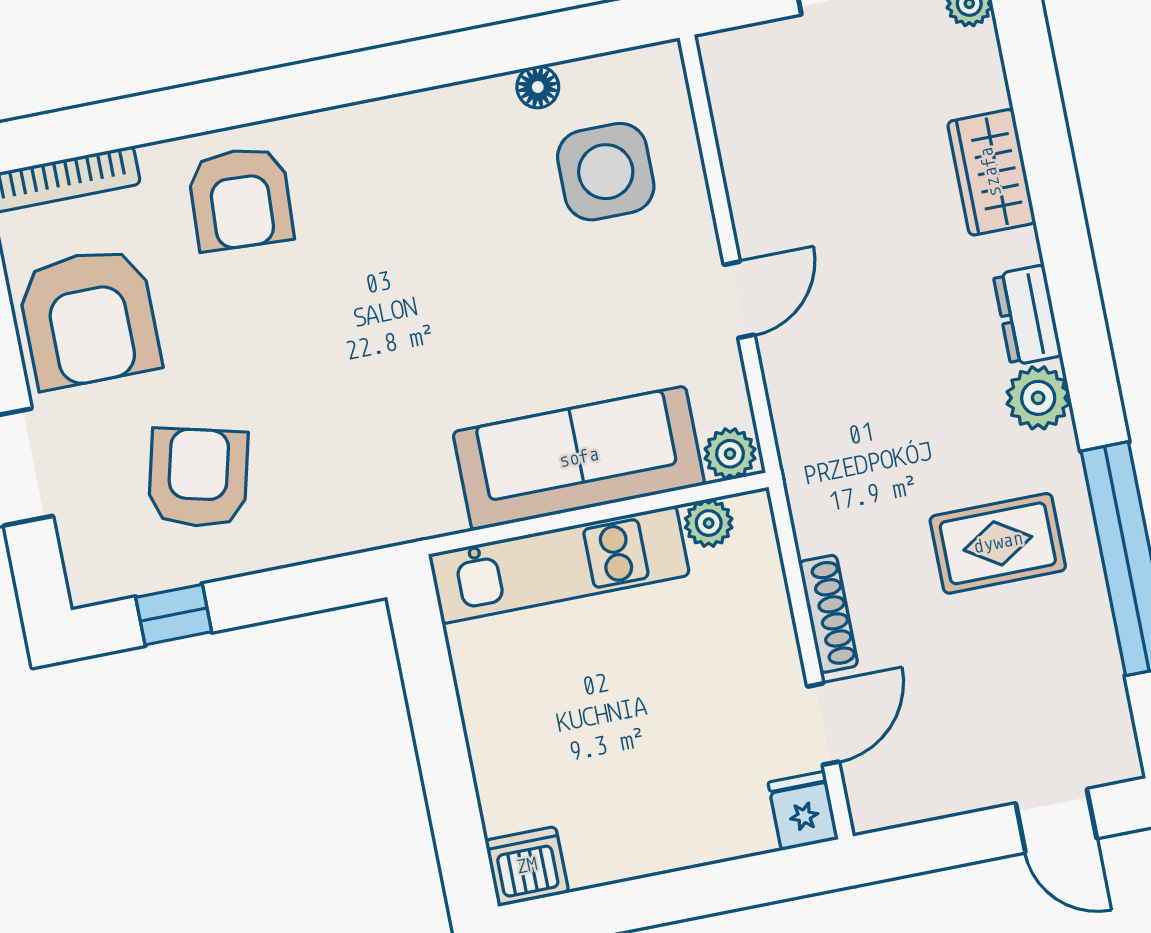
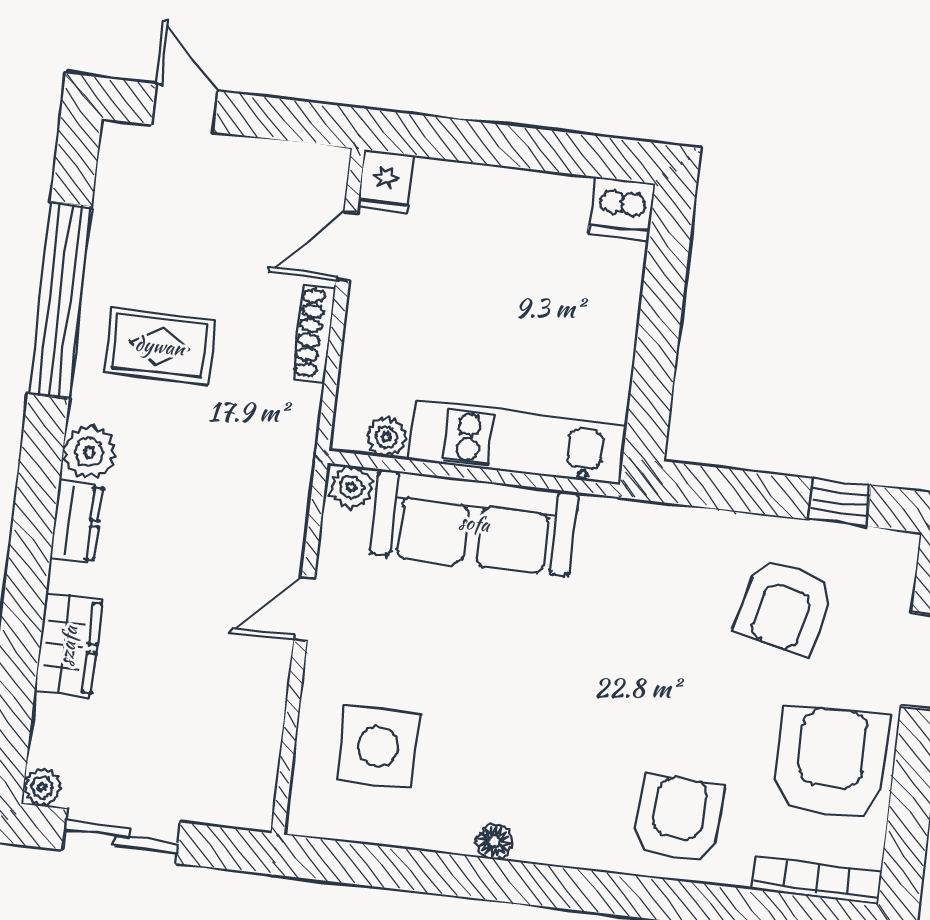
floor lamp: (538, 87) -> (494, 842), moved

